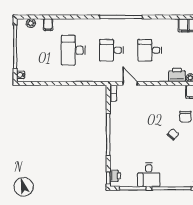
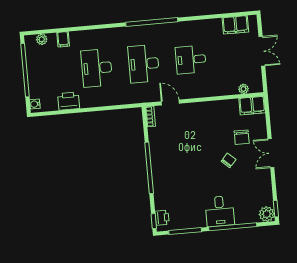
desk: (111, 50) -> (144, 64), width x1.37
printer: (177, 75) -> (69, 101), moved
desk: (149, 175) -> (220, 211), moved

